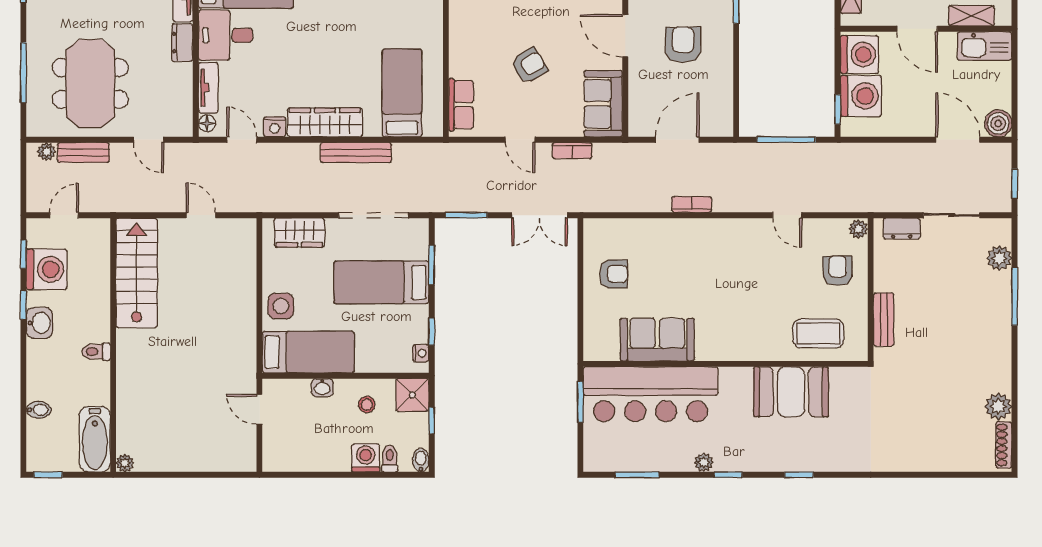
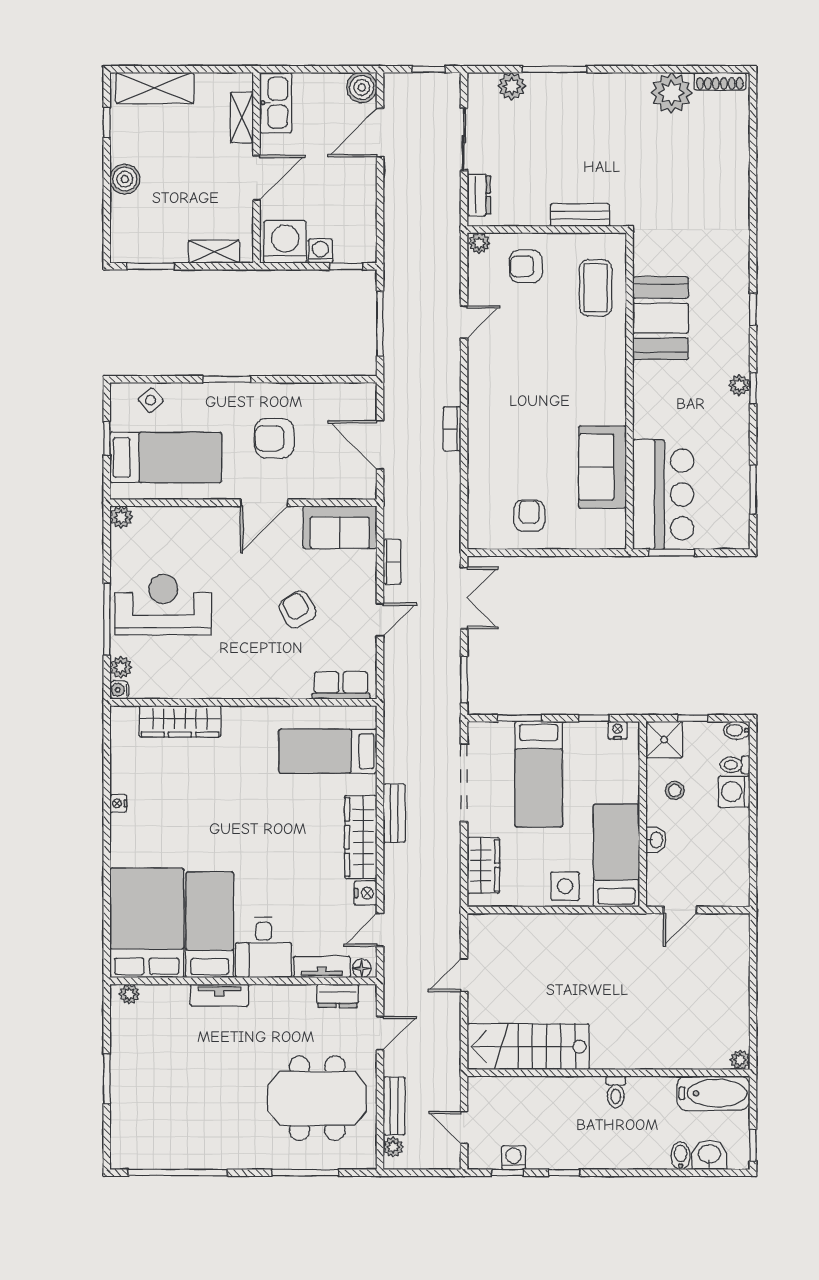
dresser: (182, 43) -> (338, 996), moved
washing machine: (861, 96) -> (320, 251), width x0.53, depth x0.53
bench: (356, 153) -> (394, 813), width x0.73
washing machine: (47, 269) -> (514, 1158), width x0.53, depth x0.53
washbasin: (39, 323) -> (709, 1155), moved
bar counter: (651, 394) -> (663, 494), width x0.73
plant: (998, 406) -> (671, 93), width x1.36, depth x1.36
plant: (704, 463) -> (739, 385), moved

